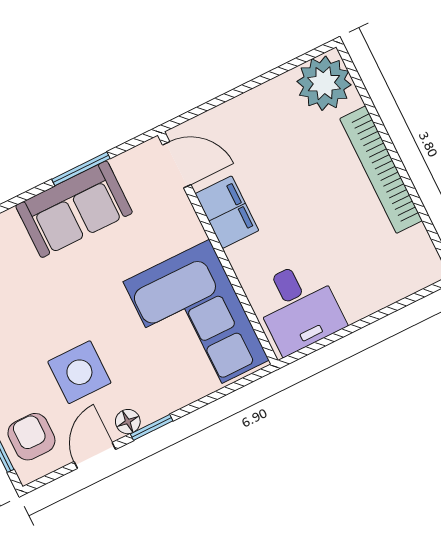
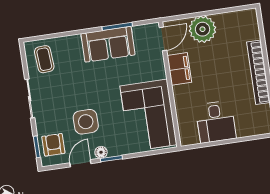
plant: (324, 83) -> (203, 29), moved
door: (177, 165) -> (163, 39), hinge flipped
desk: (298, 307) -> (216, 122), moved

